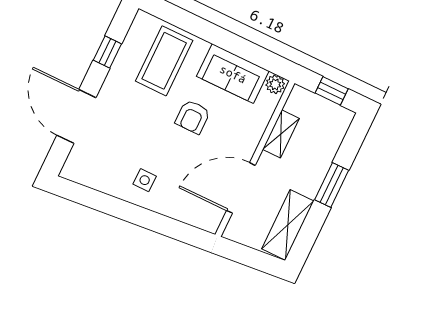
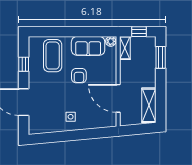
shelving: (281, 134) -> (125, 48), moved
window: (332, 185) -> (161, 57), moved
door: (241, 188) -> (118, 98), hinge flipped

